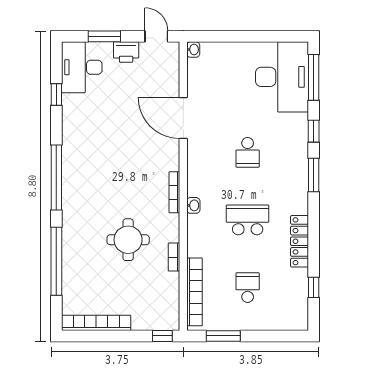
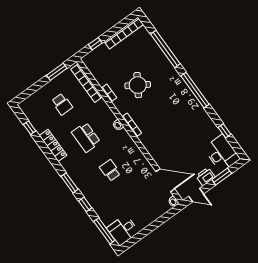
desk: (282, 77) -> (123, 230), width x0.53, depth x0.77
door: (183, 118) -> (165, 180), moved
school desk: (248, 220) -> (86, 137), turned 90
round table: (128, 240) -> (138, 85), turned 32
window: (162, 336) -> (95, 44), moved

